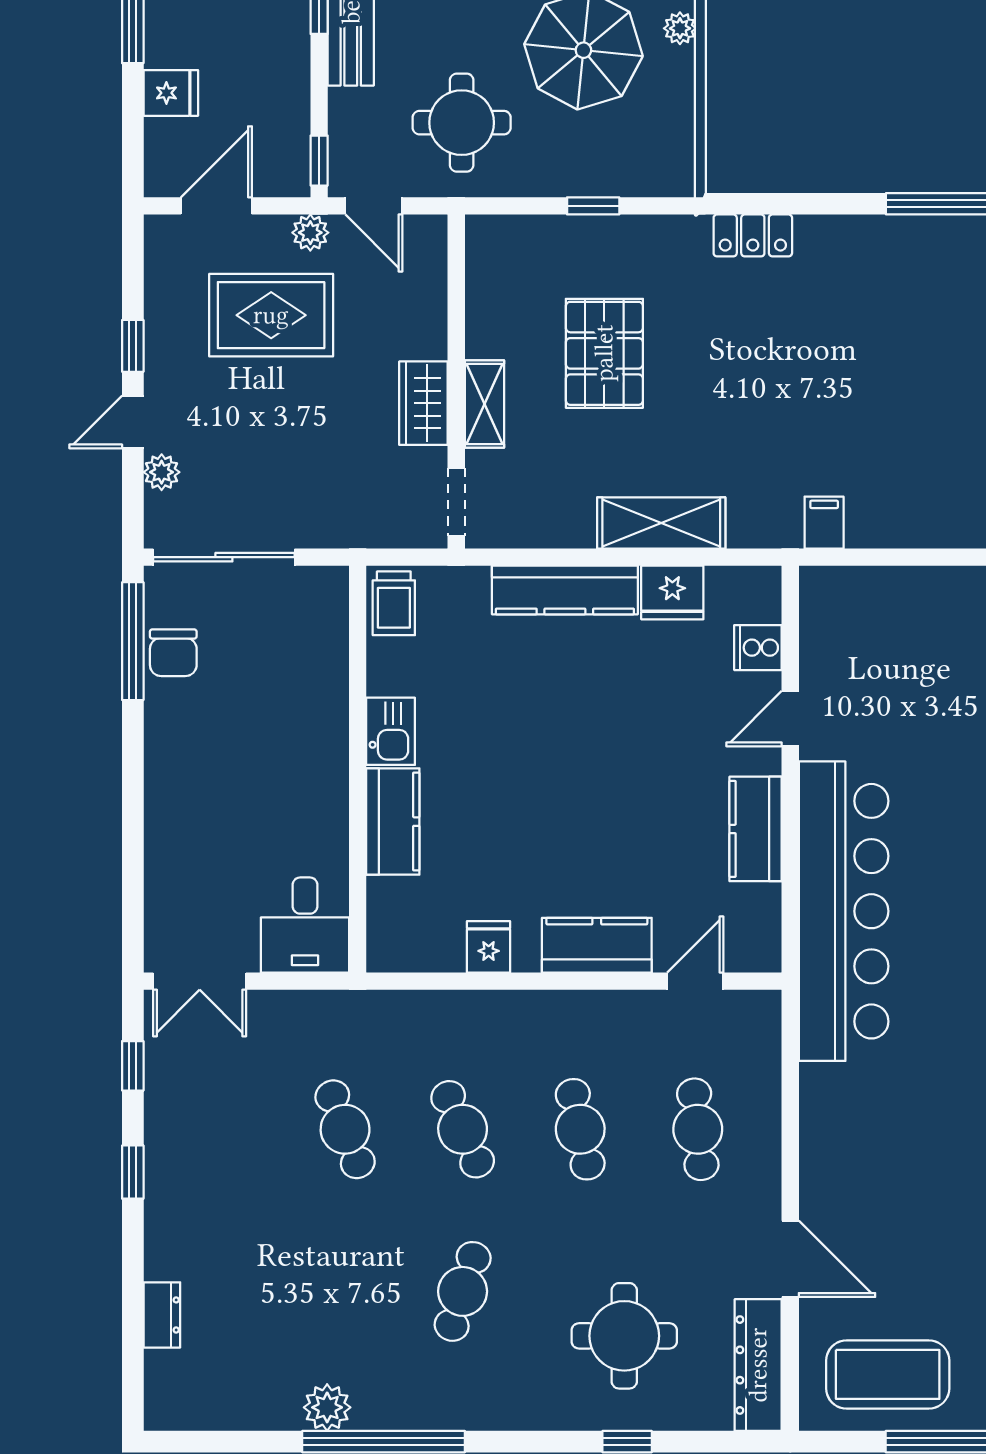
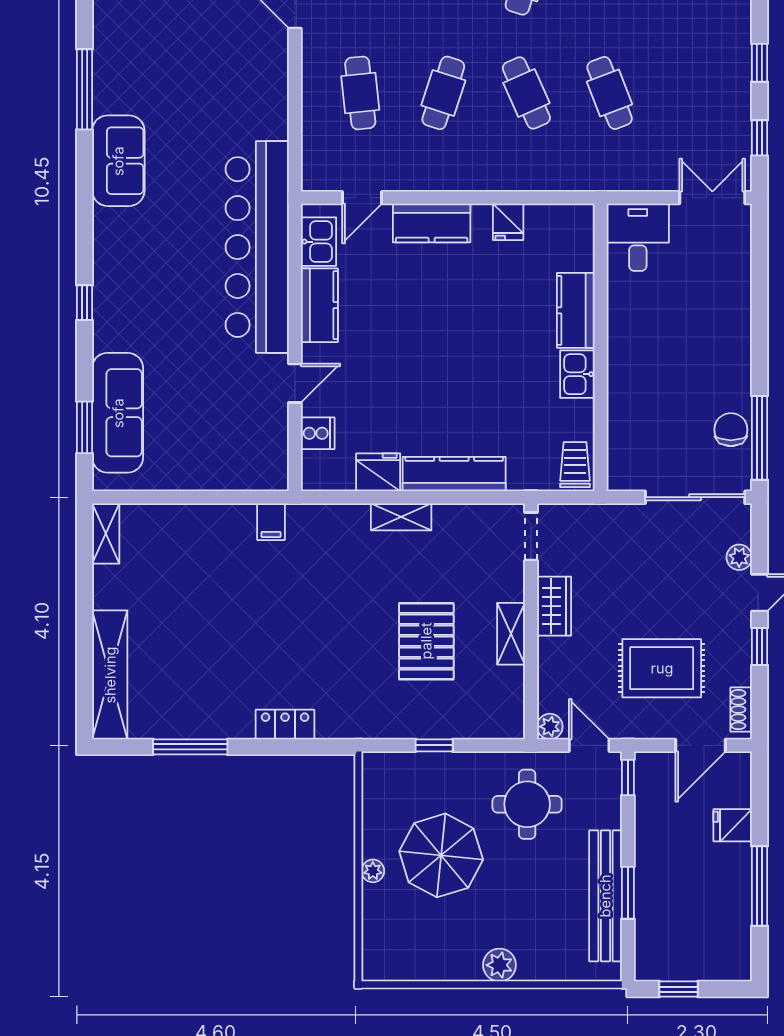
plant: (310, 233) -> (550, 727), moved
locker: (753, 235) -> (285, 725), moved
shoe rack: (159, 257) -> (741, 710), added
shelving: (484, 404) -> (511, 634), moved
shelving: (661, 523) -> (401, 517), width x0.67, depth x0.75
kitchen sink: (757, 919) -> (319, 242), added
cafe table: (580, 1129) -> (443, 93), turned 30

